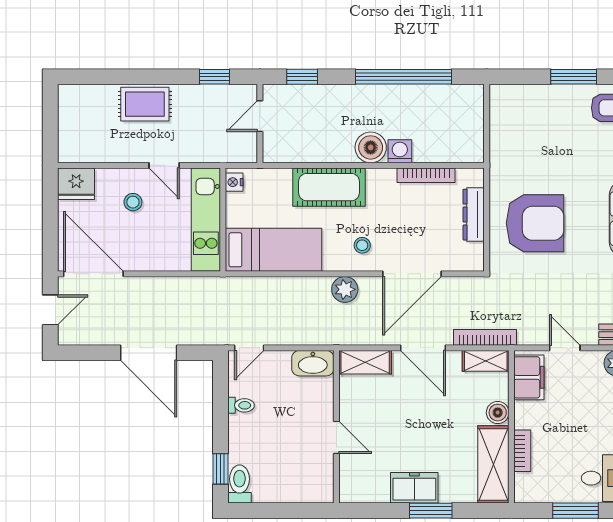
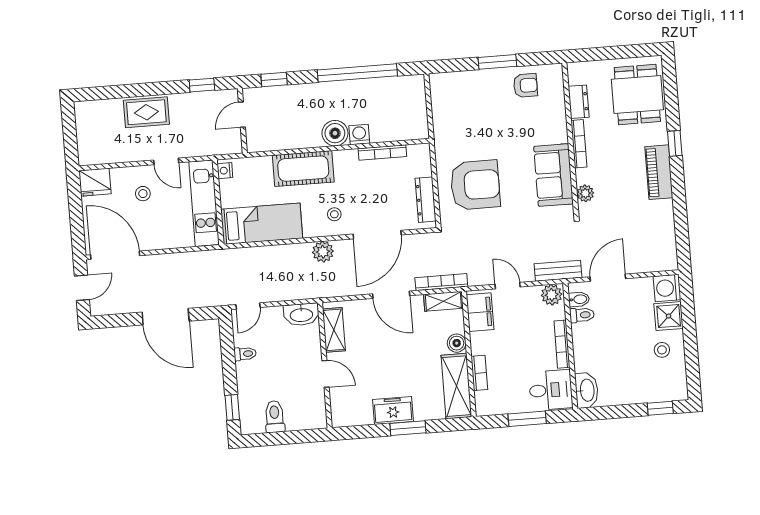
dresser: (474, 215) -> (426, 200), moved
shelving: (365, 362) -> (334, 330), moved, turned 90
toilet: (240, 484) -> (275, 417), moved

